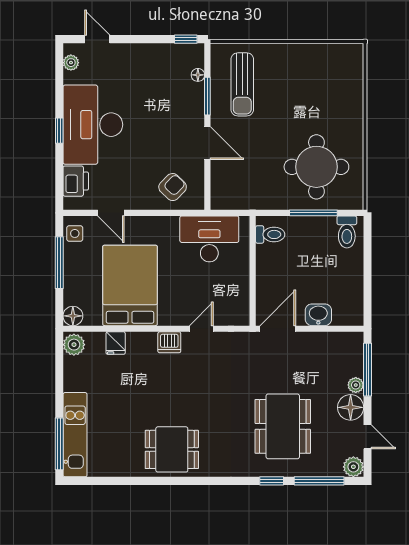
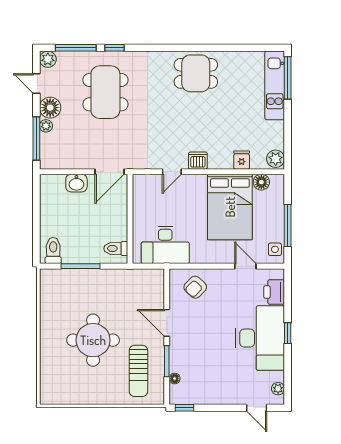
sun lounger: (242, 84) -> (138, 371), turned 180
round table: (316, 167) -> (93, 340), moved
floor lamp: (73, 316) -> (261, 182), moved

